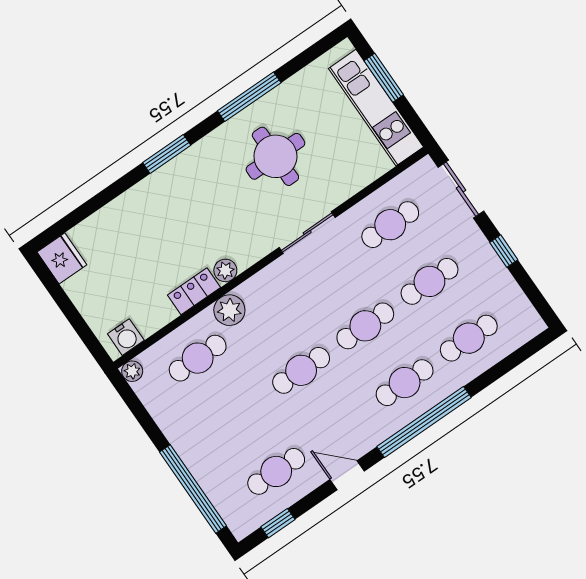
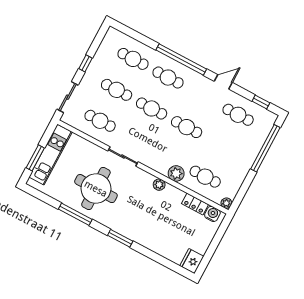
round table: (275, 156) -> (96, 189), width x1.36, depth x1.36
locker: (194, 291) -> (195, 204), moved
door: (347, 475) -> (223, 82), swing flipped

